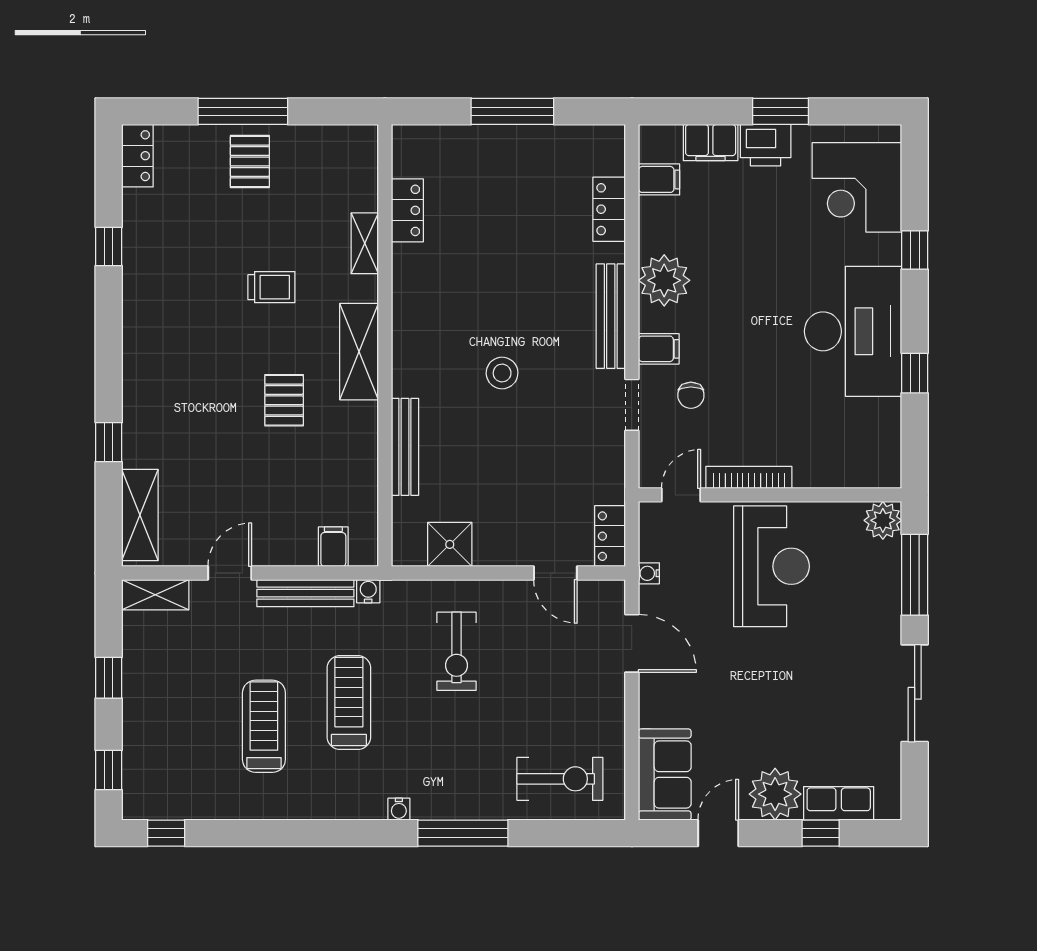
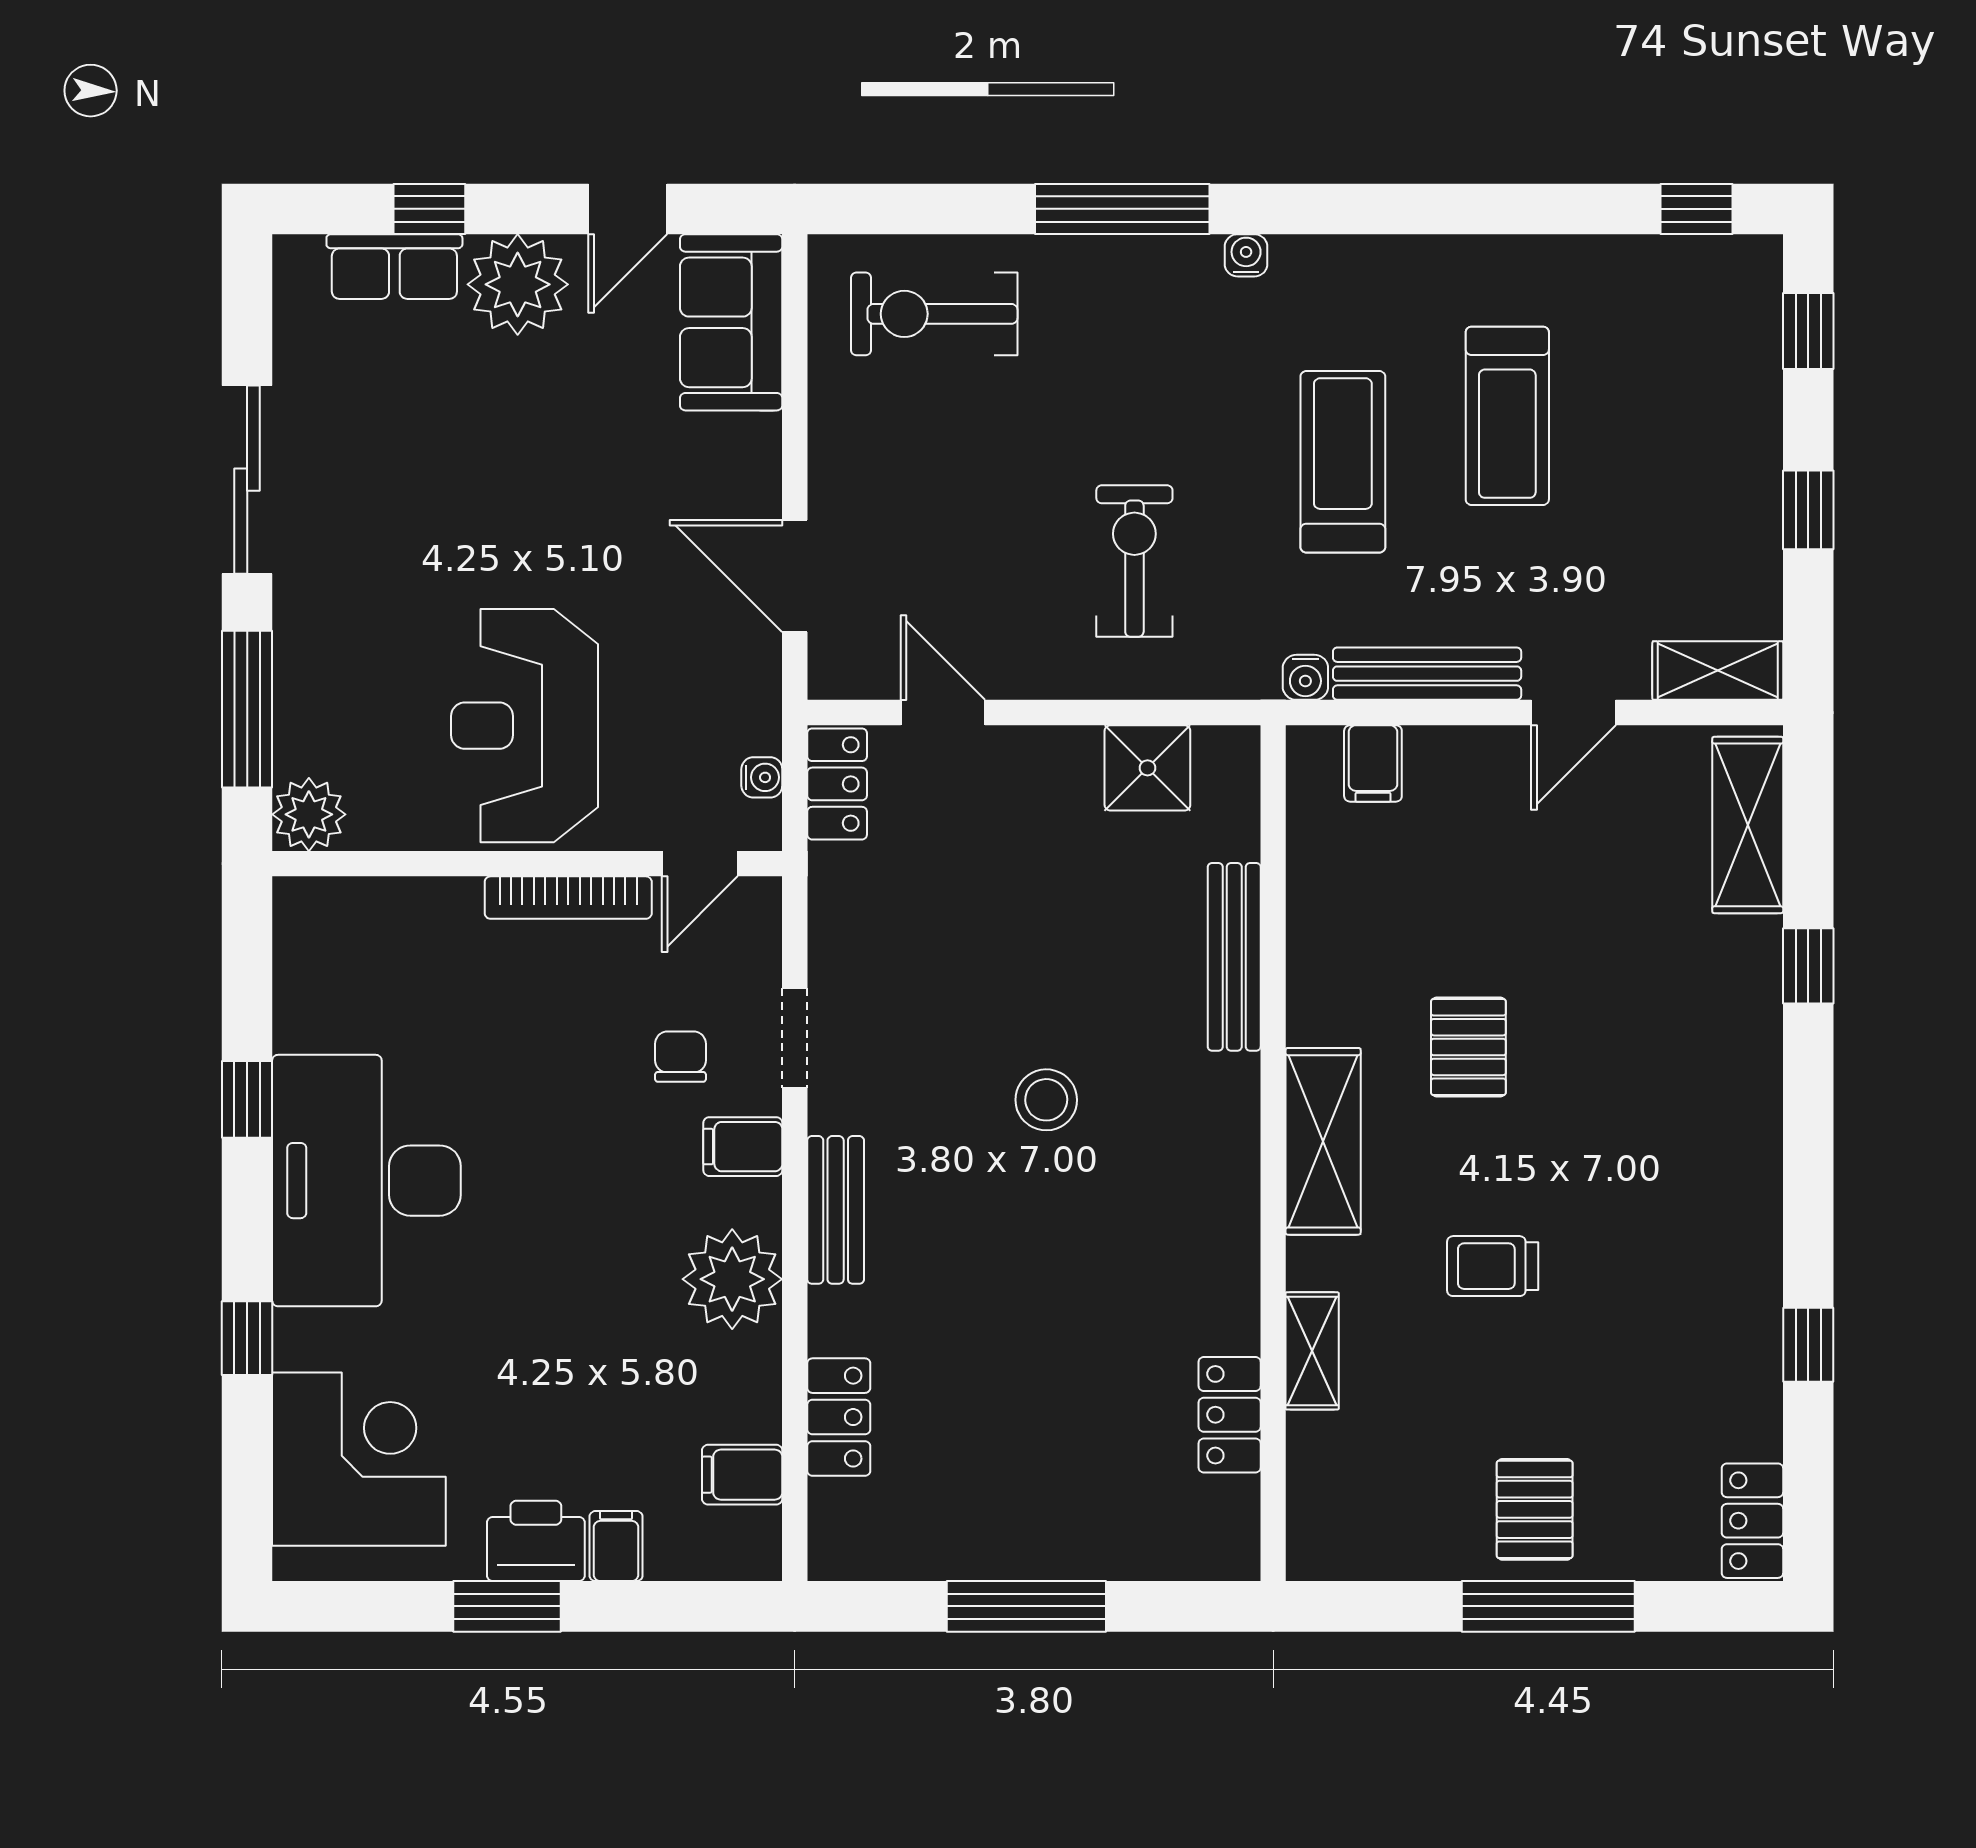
filing cabinet: (711, 143) -> (616, 1546), width x0.50
bench: (611, 316) -> (836, 1210), width x0.73
water cooler: (649, 573) -> (762, 777), moved
treadmill: (349, 703) -> (1343, 462), turned 180

